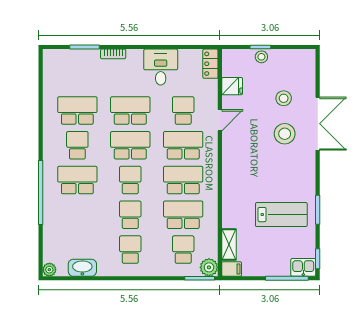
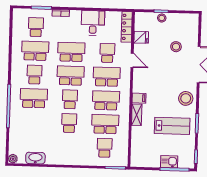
locker: (210, 64) -> (127, 27), width x1.53
door: (220, 120) -> (132, 60), hinge flipped
stool: (285, 134) -> (186, 98), moved
shelving: (229, 245) -> (137, 115), moved
school desk: (130, 250) -> (36, 27), moved
plant: (209, 267) -> (122, 160), removed
kitchen sink: (303, 267) -> (169, 162), moved
filing cabinet: (232, 269) -> (139, 98), moved

